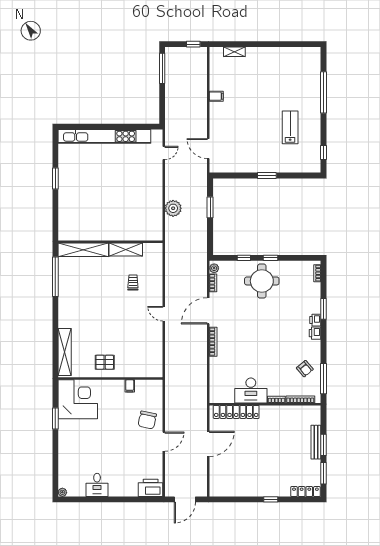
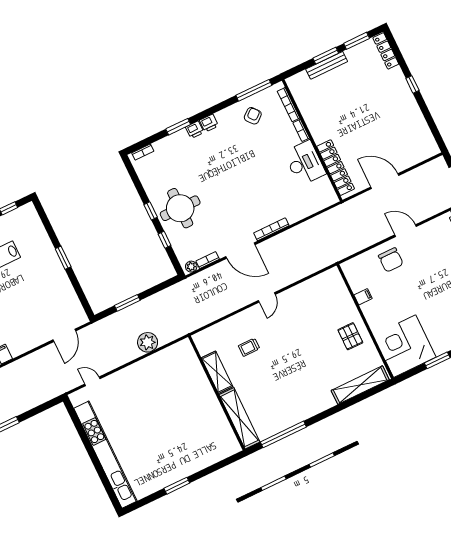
chair: (147, 420) -> (391, 260), turned 78

